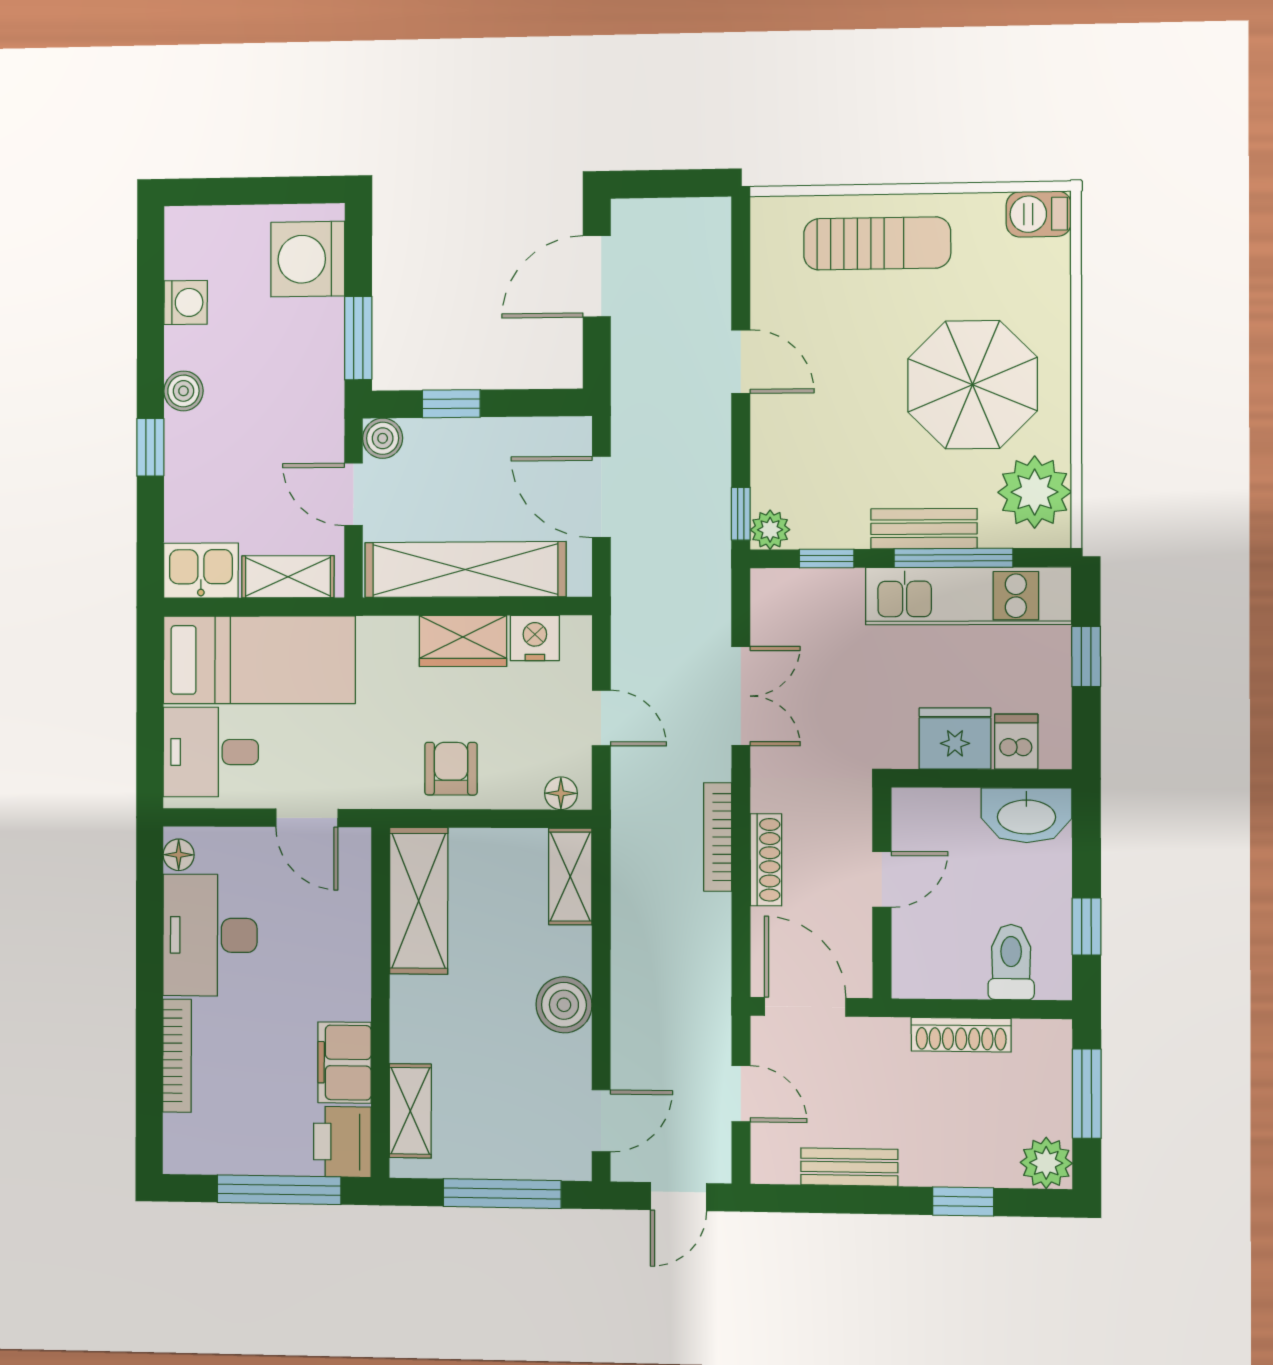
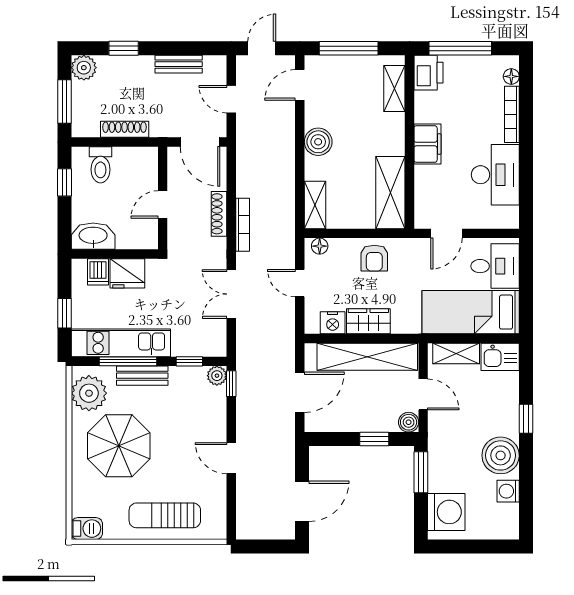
boiler: (183, 391) -> (501, 455), width x1.86, depth x1.86
door: (601, 497) -> (300, 392), hinge flipped
door: (307, 818) -> (446, 233), swing flipped
floor lamp: (179, 855) -> (511, 76), moved
filing cabinet: (345, 1063) -> (427, 144), moved

